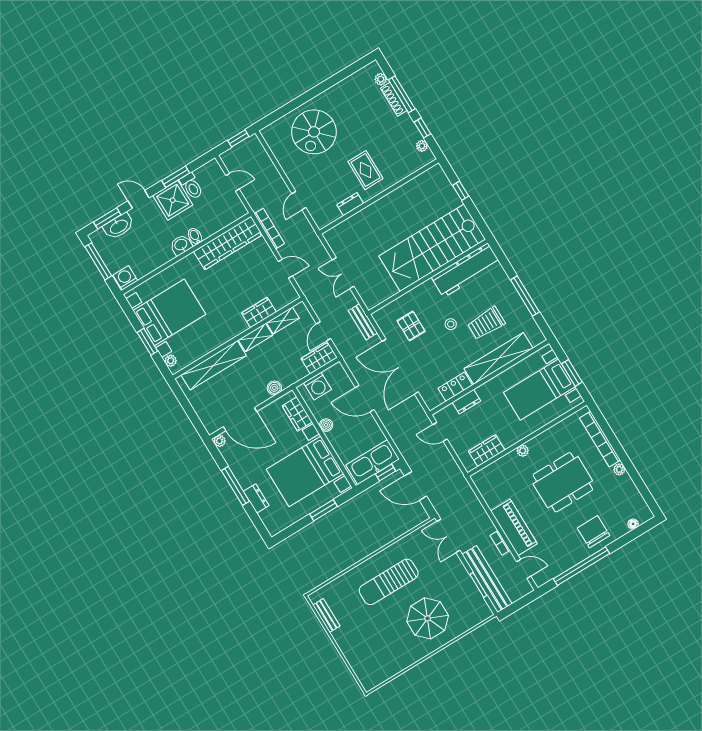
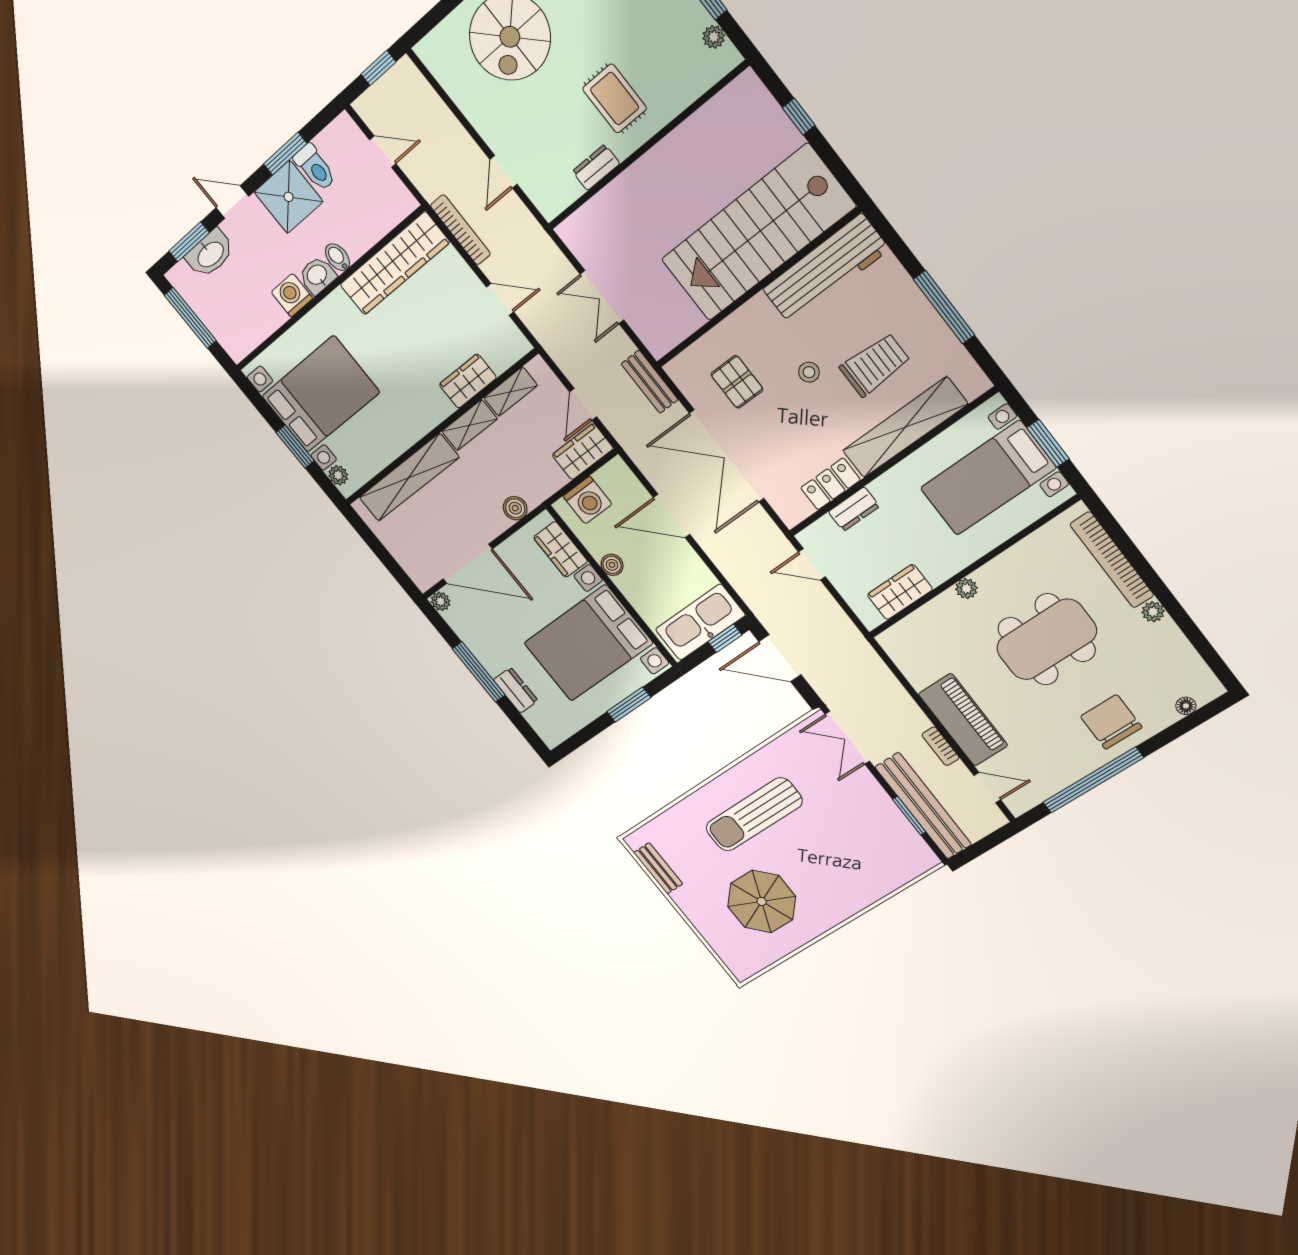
washing machine: (125, 278) -> (292, 295), moved
trolley: (486, 323) -> (875, 365), turned 180
parasol: (428, 618) -> (762, 901), moved

